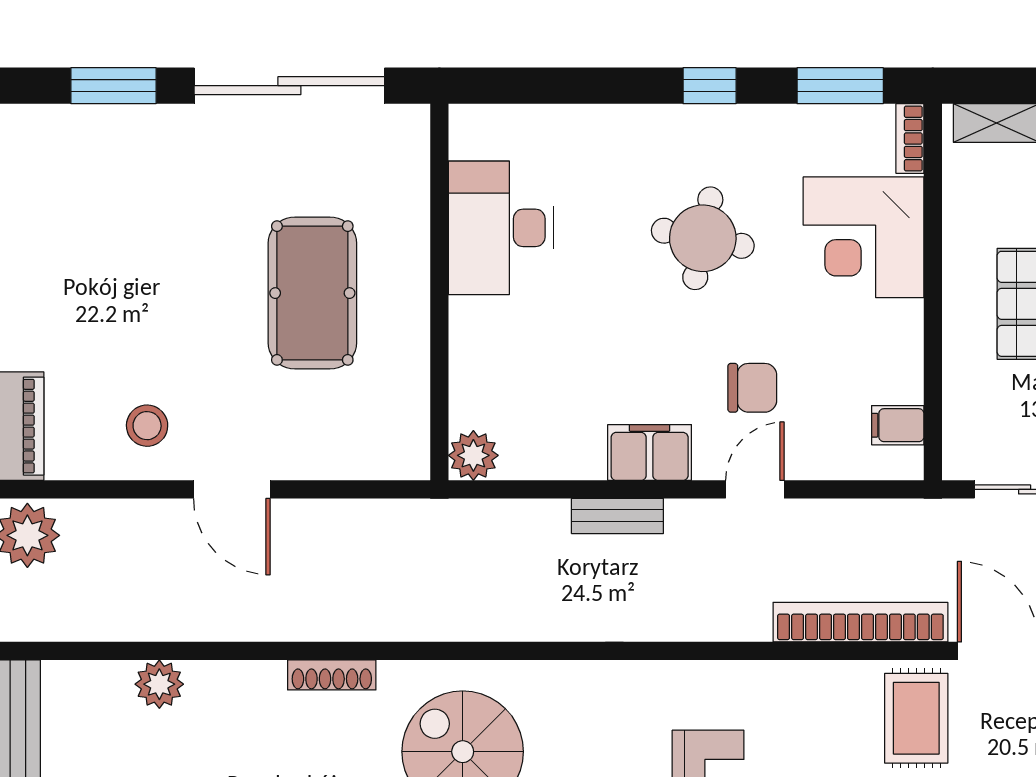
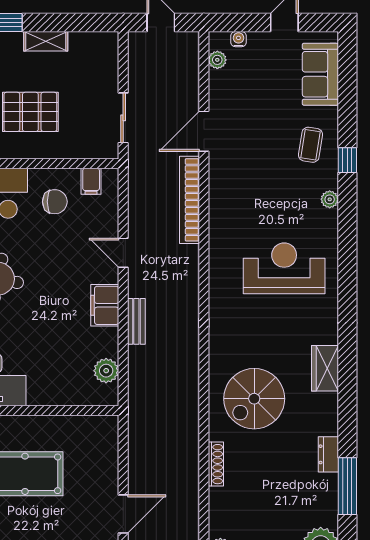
chair: (752, 388) -> (55, 202), moved, turned 90
plant: (473, 455) -> (106, 371), moved
rug: (916, 718) -> (237, 172), removed

